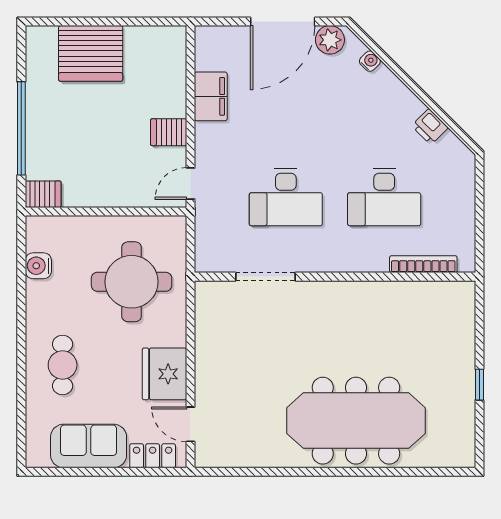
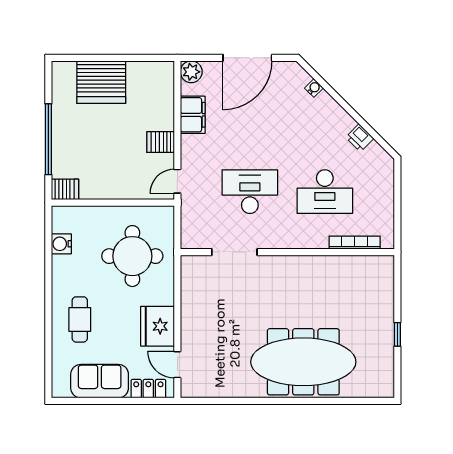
plant: (330, 40) -> (191, 72), moved
desk: (286, 197) -> (250, 192), turned 180

